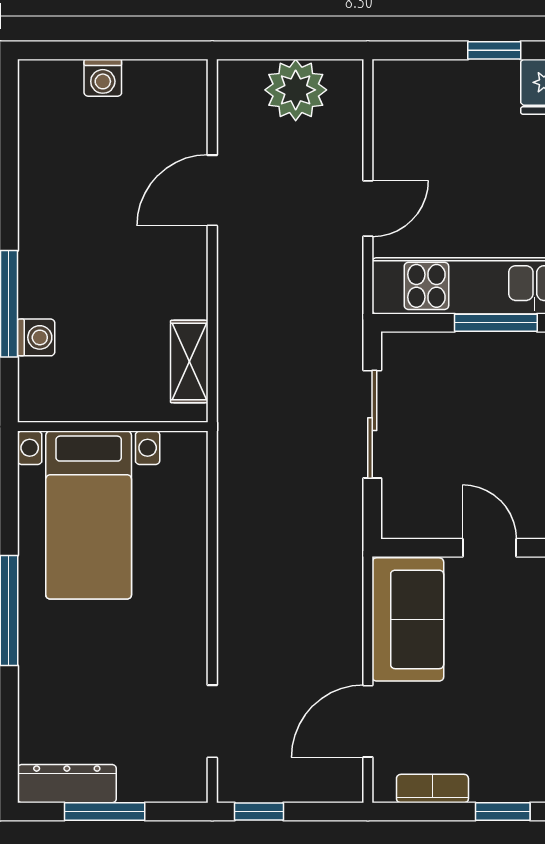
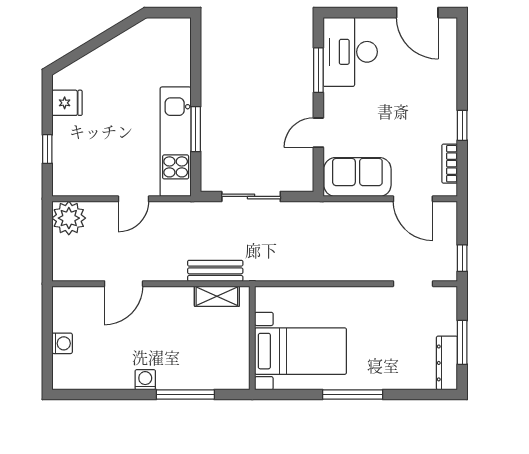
window: (494, 50) -> (47, 149), moved
plant: (296, 90) -> (69, 218), moved
door: (212, 190) -> (124, 284), hinge flipped
door: (368, 209) -> (133, 199), swing flipped
washing machine: (36, 337) -> (145, 380), moved
bench: (236, 359) -> (215, 271), added

